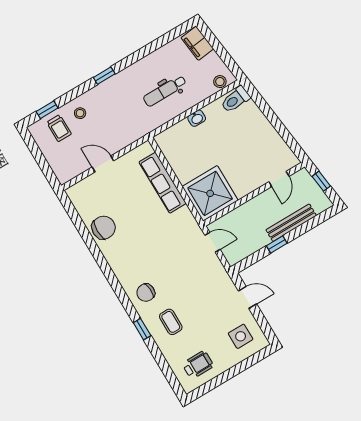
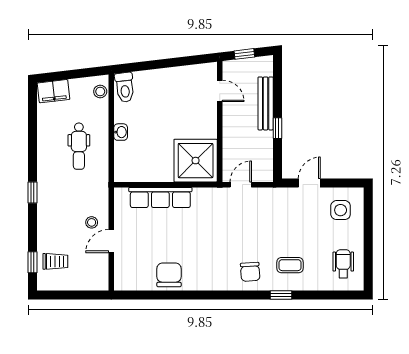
stool: (80, 113) -> (92, 222), moved

